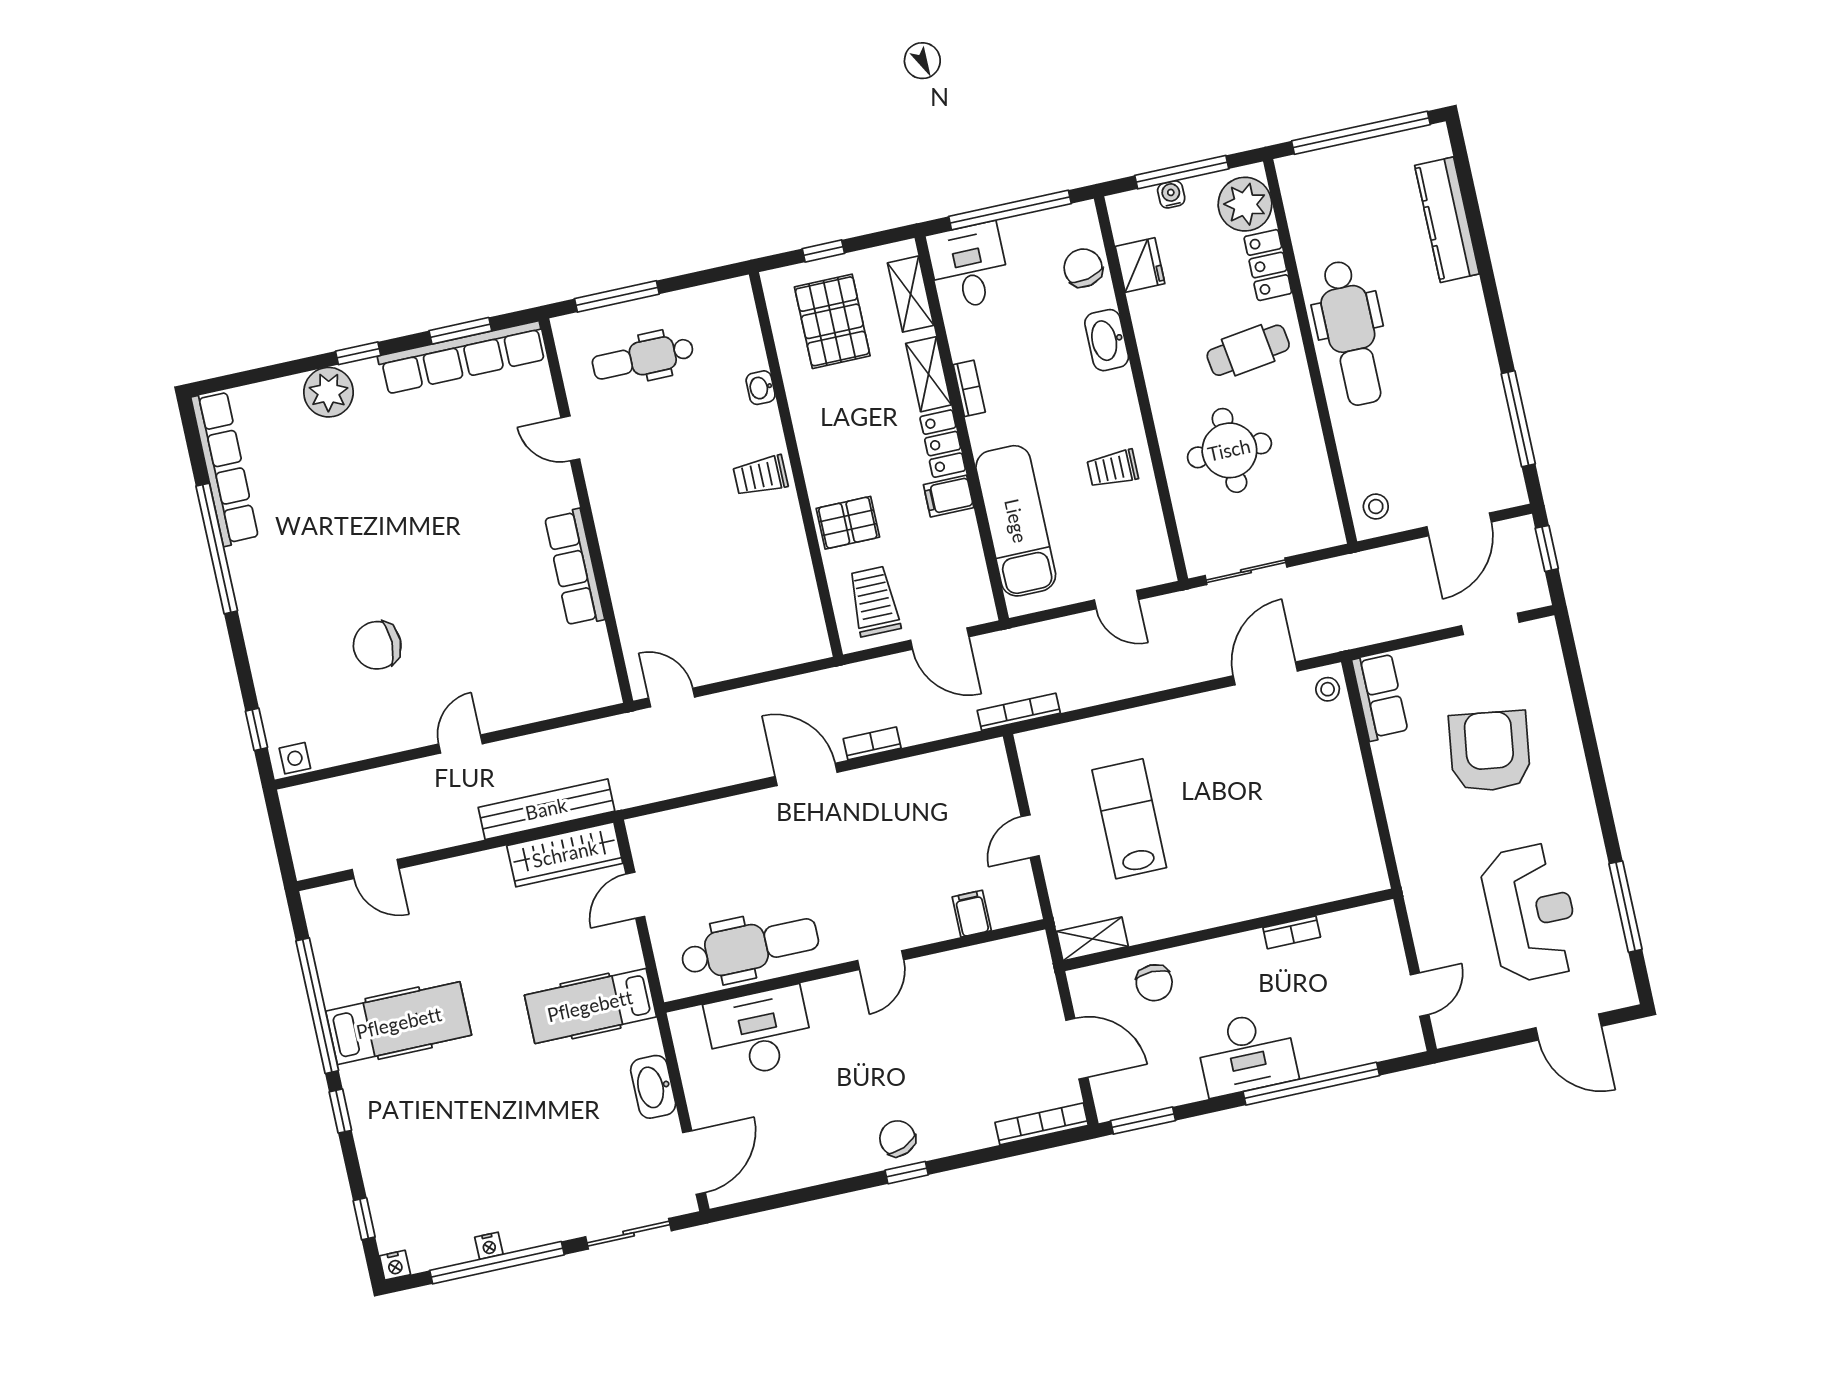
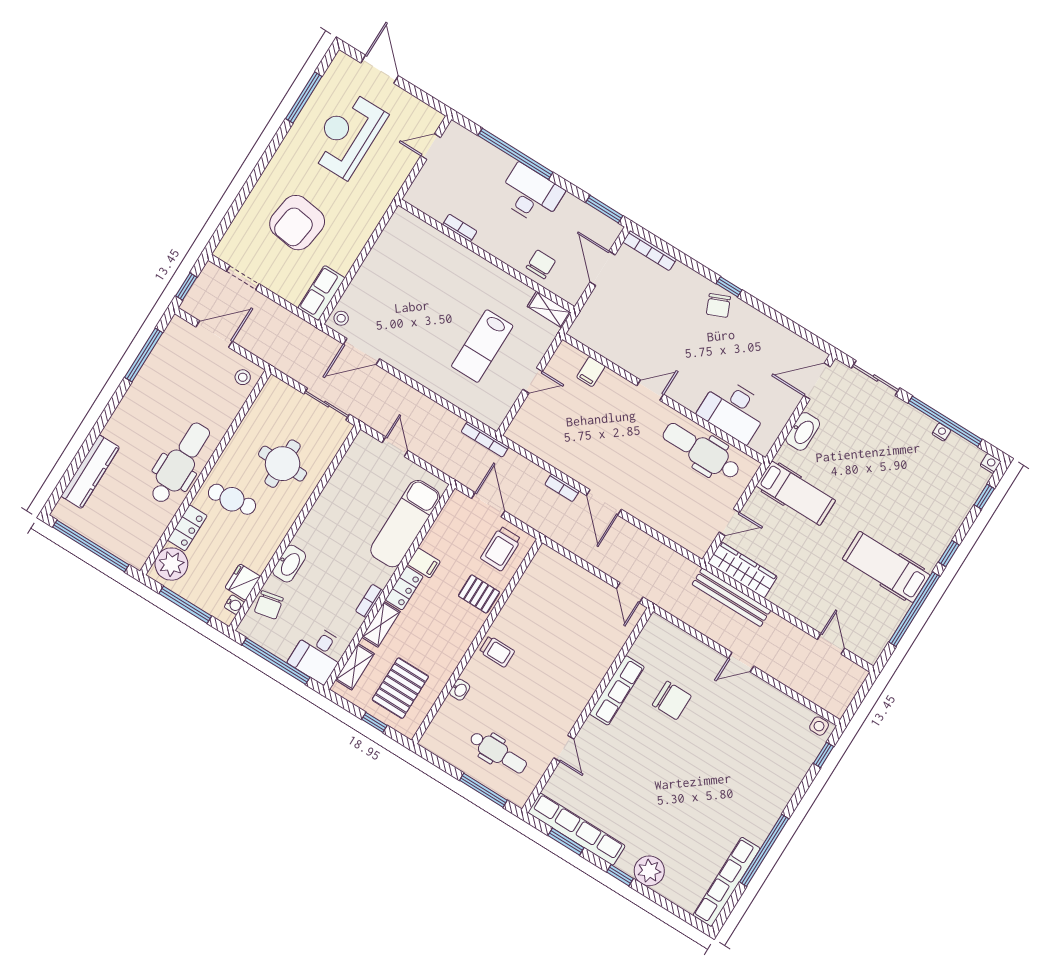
water cooler: (1171, 194) -> (234, 605), moved, turned -90
trolley: (1113, 469) -> (341, 505), removed
chair: (377, 645) -> (672, 700), moved

